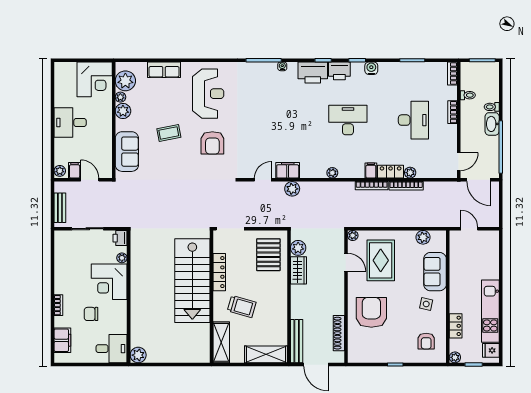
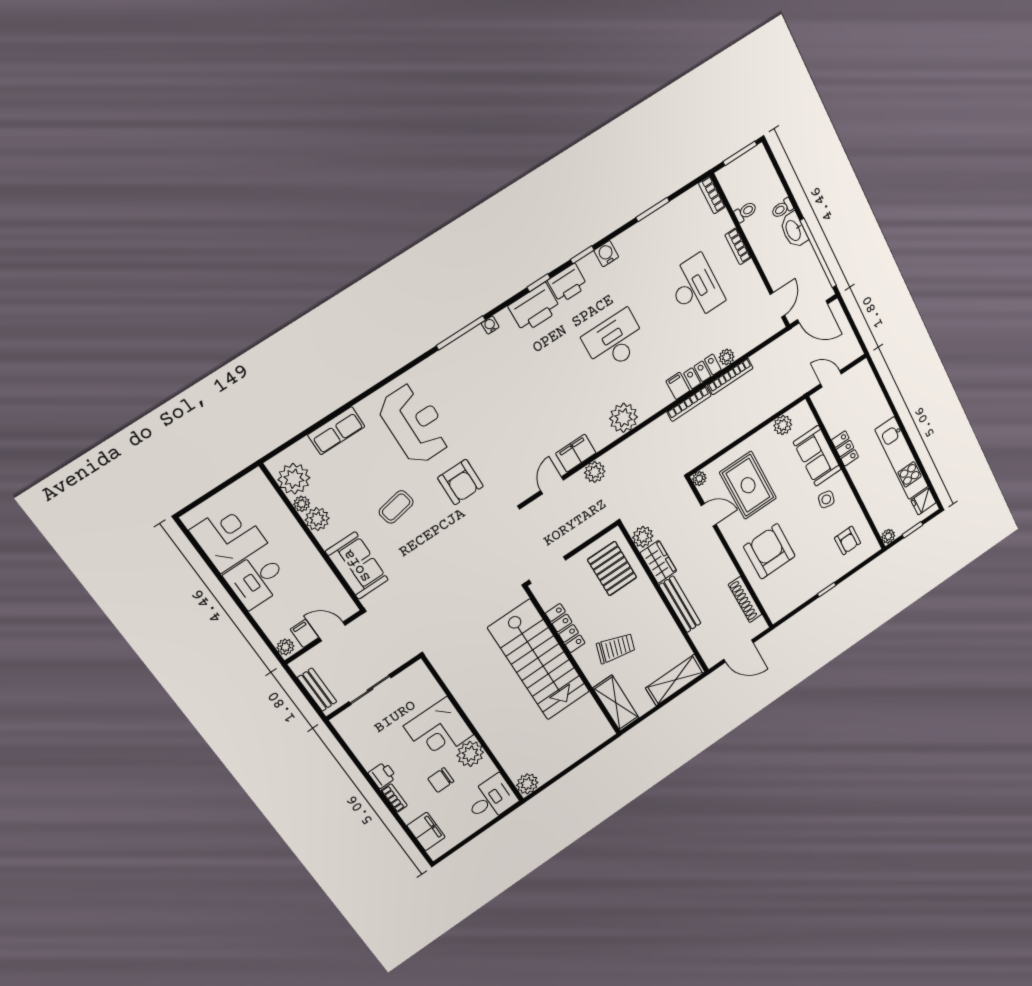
corner desk: (95, 79) -> (228, 537), moved, turned -90
plant: (332, 173) -> (624, 418), width x1.88, depth x1.88
printer: (120, 238) -> (382, 775), moved, turned 180
plant: (122, 258) -> (470, 754), moved, width x1.87, depth x1.87
locker: (456, 326) -> (845, 449), moved
bench: (297, 341) -> (680, 604), moved

